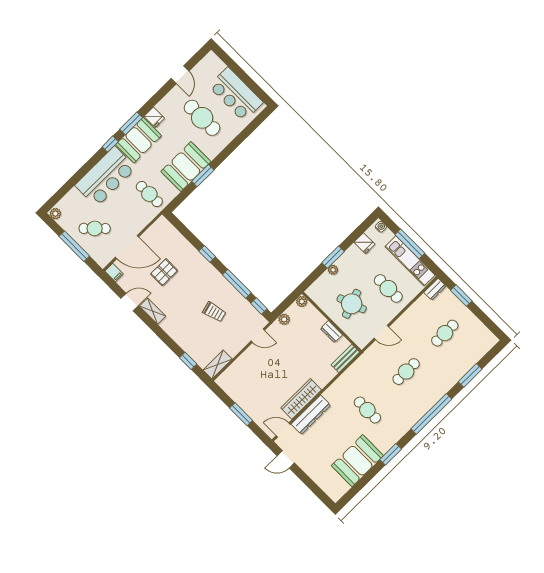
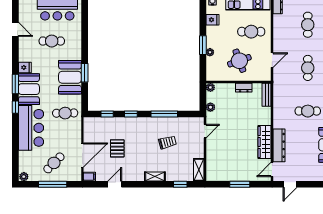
cafe table: (202, 118) -> (52, 41), width x0.73, depth x0.74
window: (259, 306) -> (107, 114), moved
shelving: (153, 311) -> (155, 176), moved

